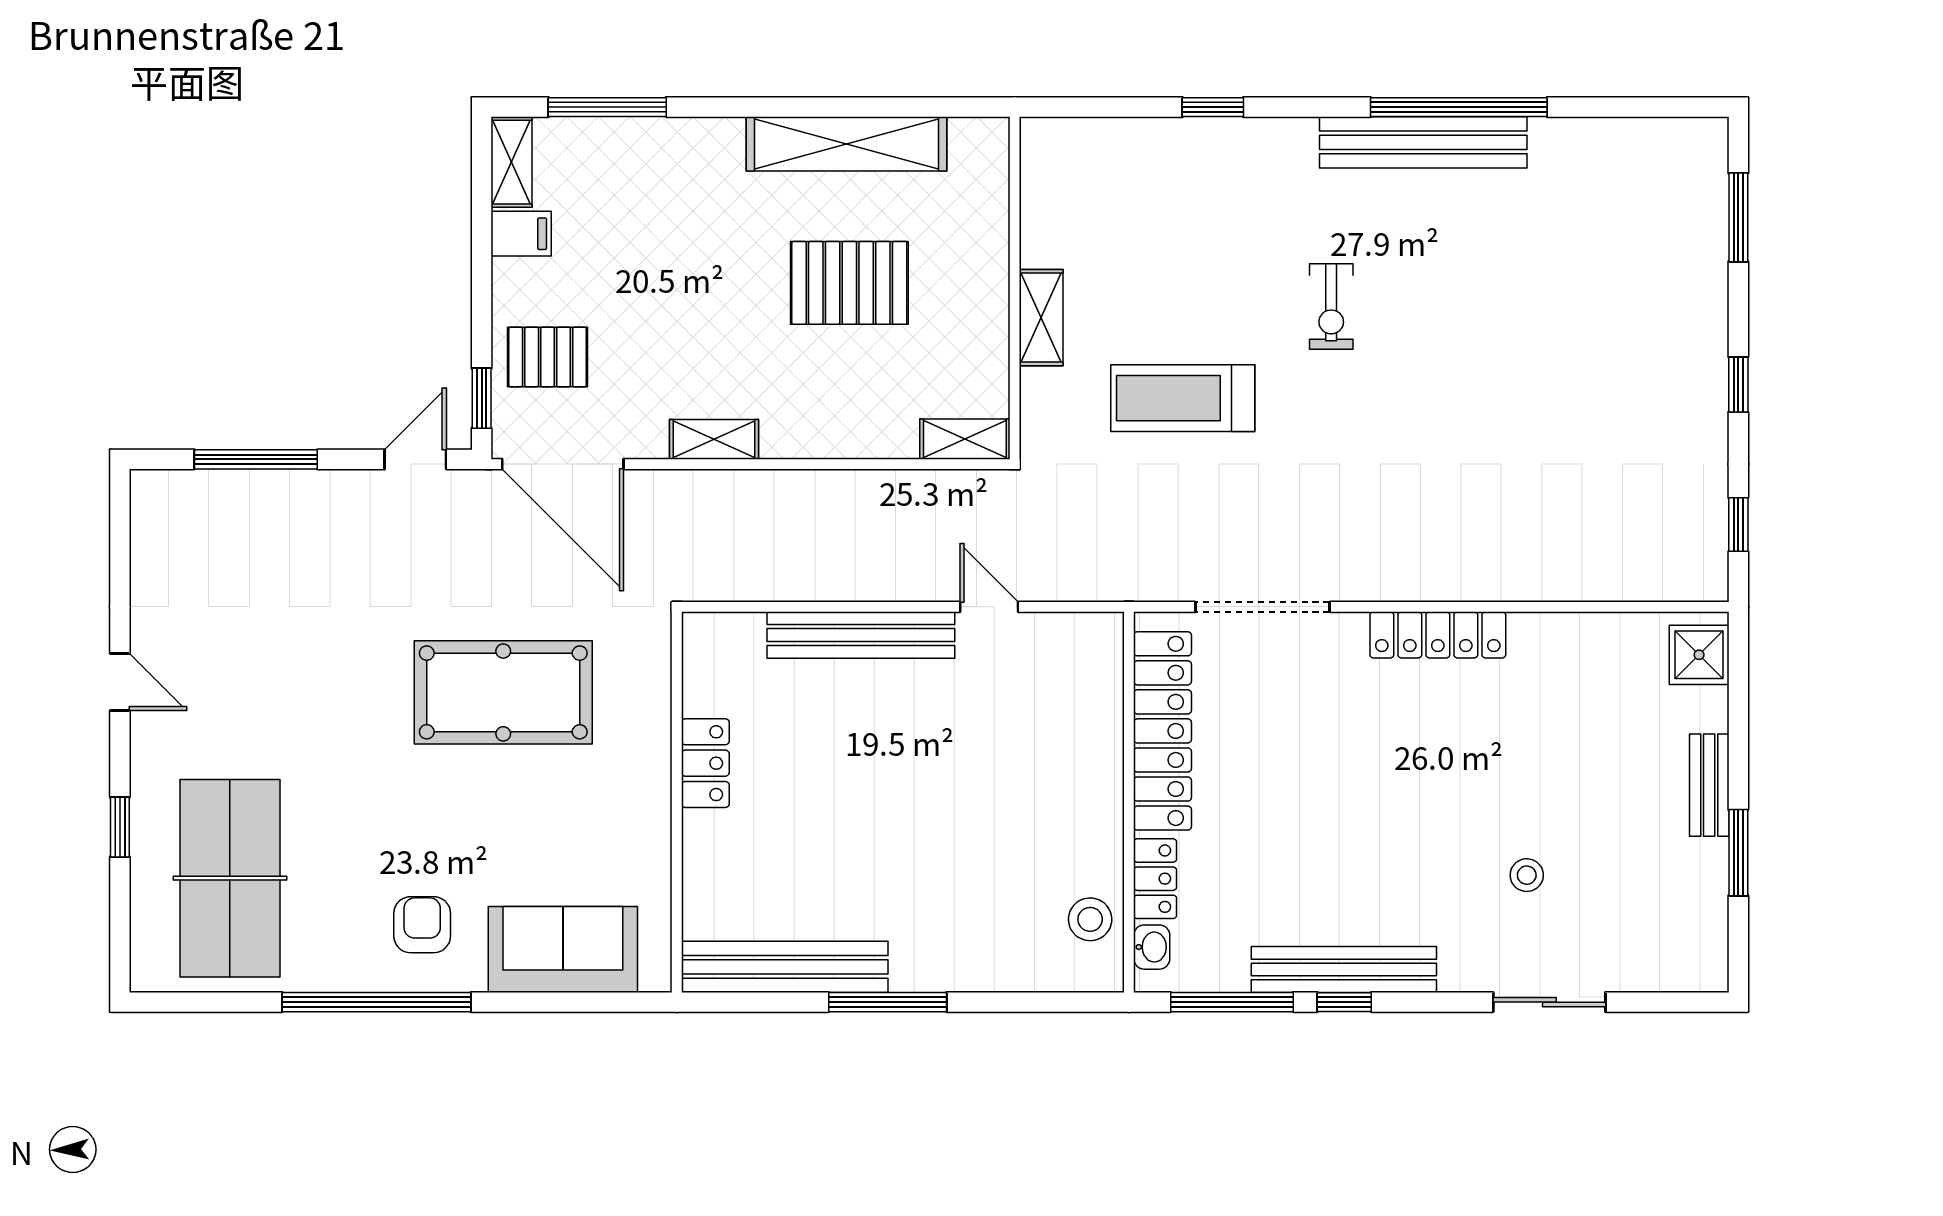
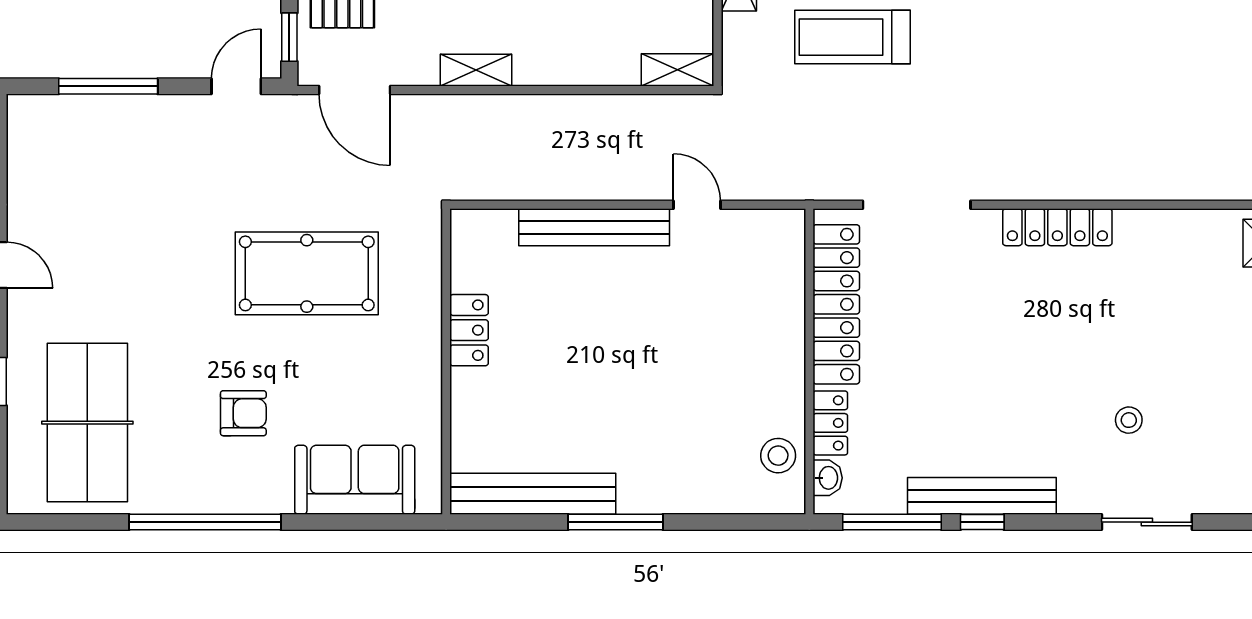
door: (563, 464) -> (355, 90), width x0.73
armchair: (422, 925) -> (243, 413), moved, turned 90

